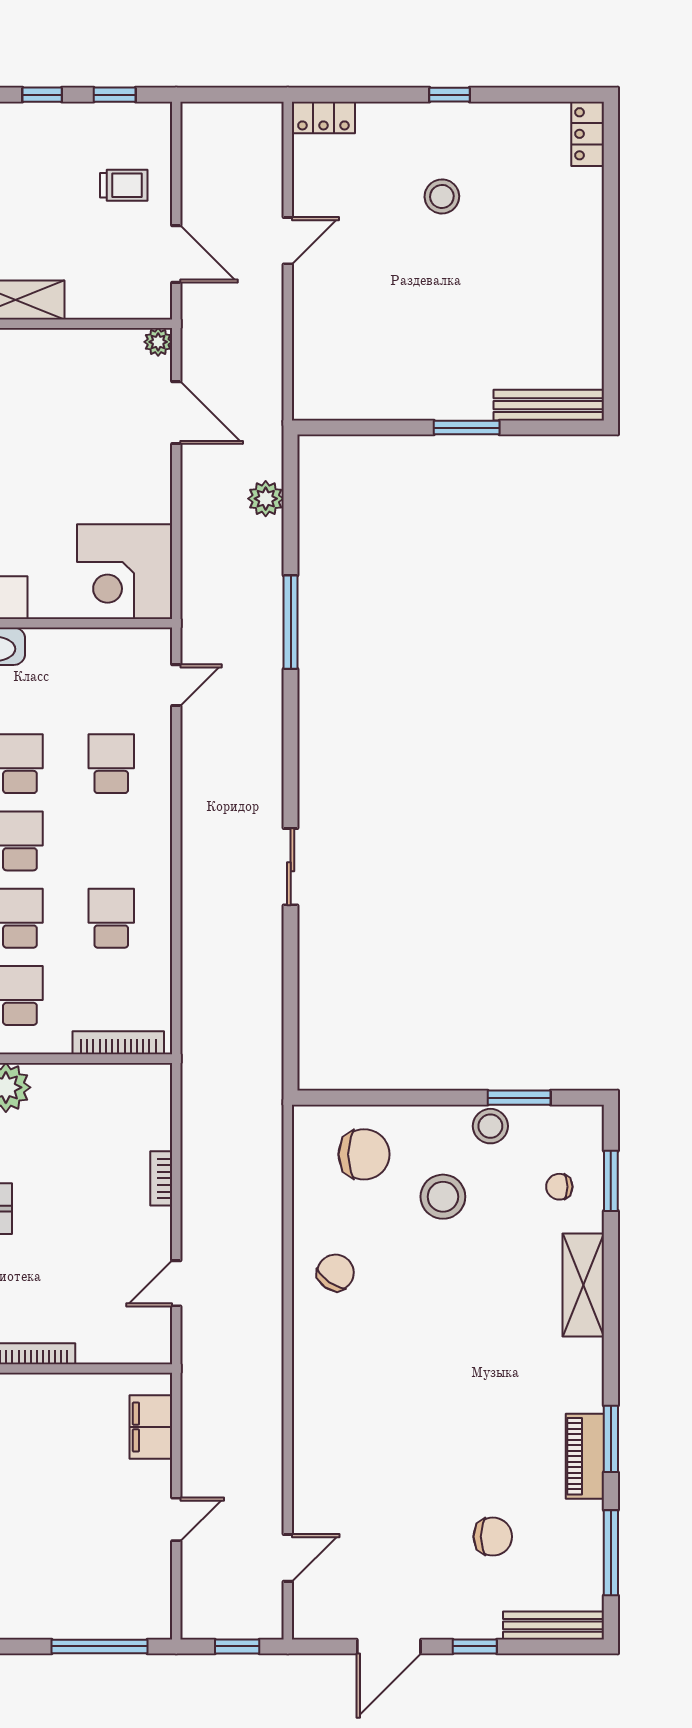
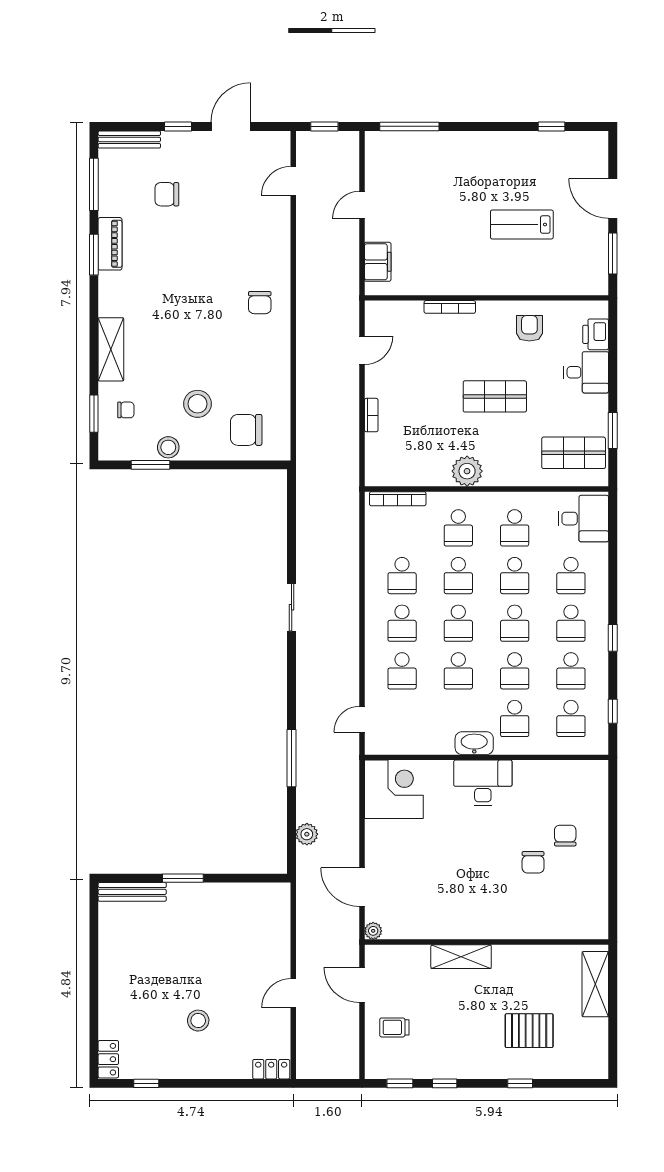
window: (450, 95) -> (146, 1083), moved
school desk: (111, 841) -> (402, 623), added
chair: (335, 1273) -> (260, 303), moved, turned -35

